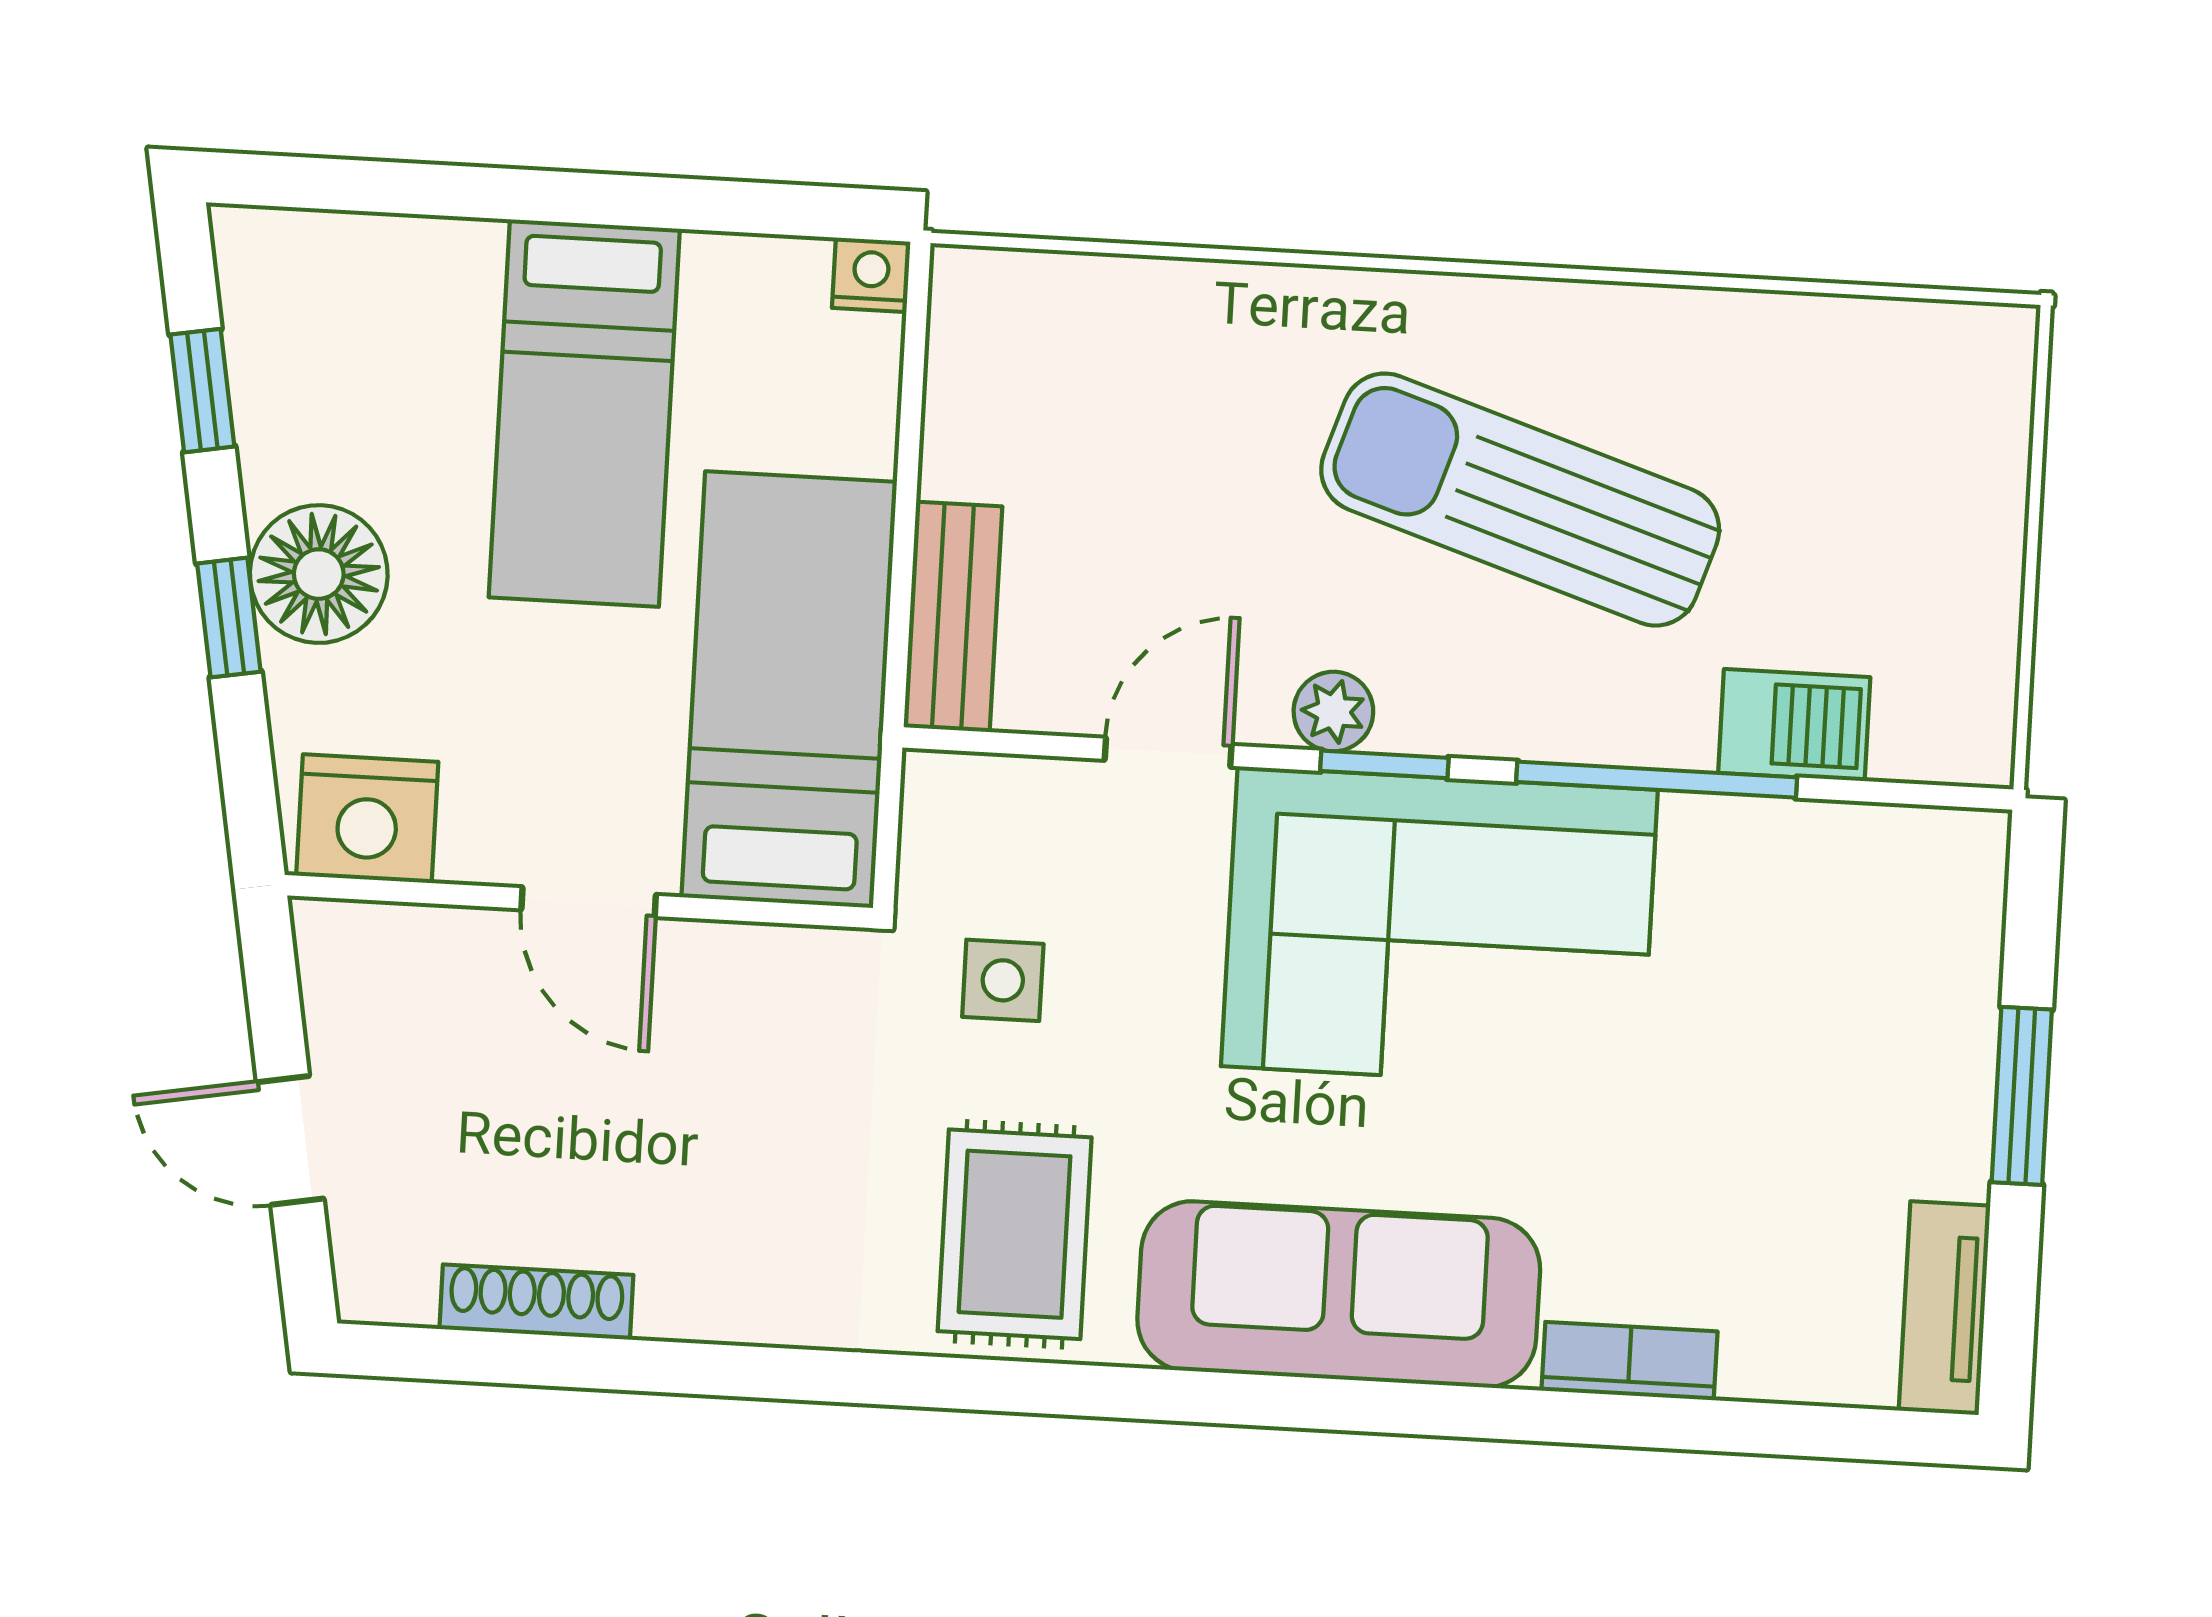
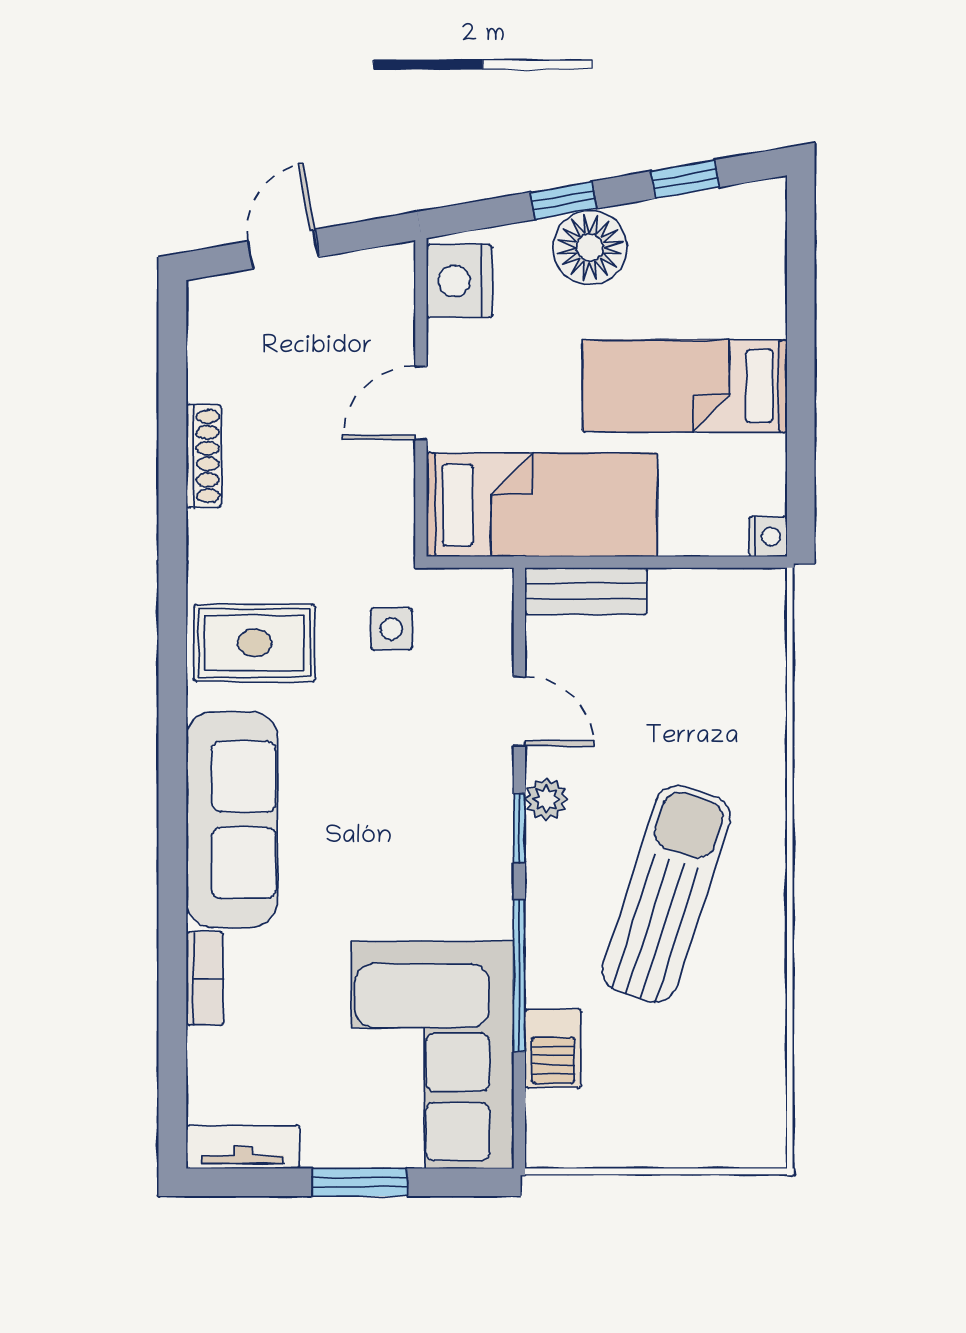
corner sofa: (1439, 928) -> (433, 1055), moved
shoe rack: (536, 1302) -> (204, 456), moved

